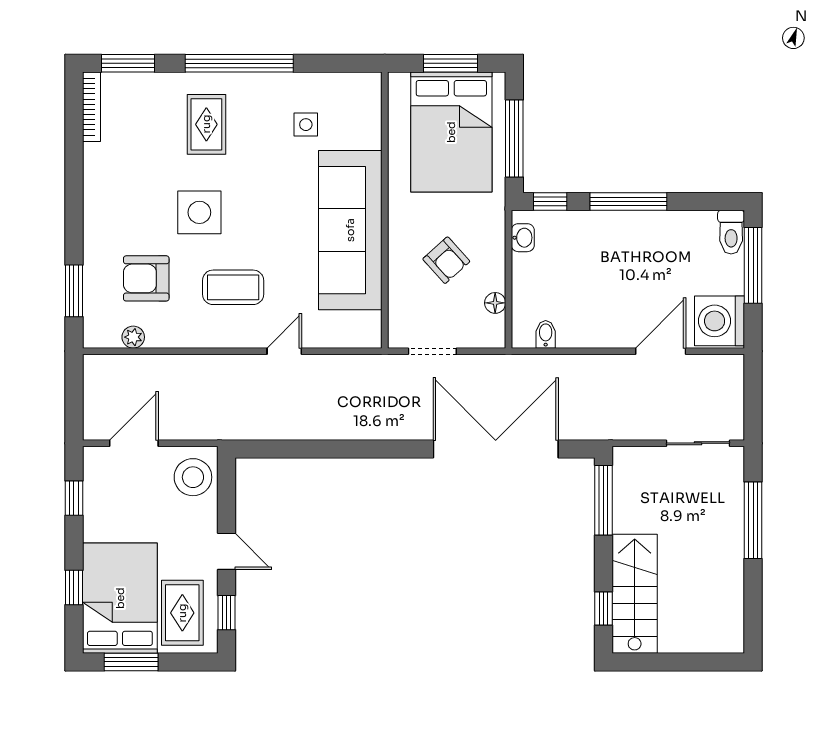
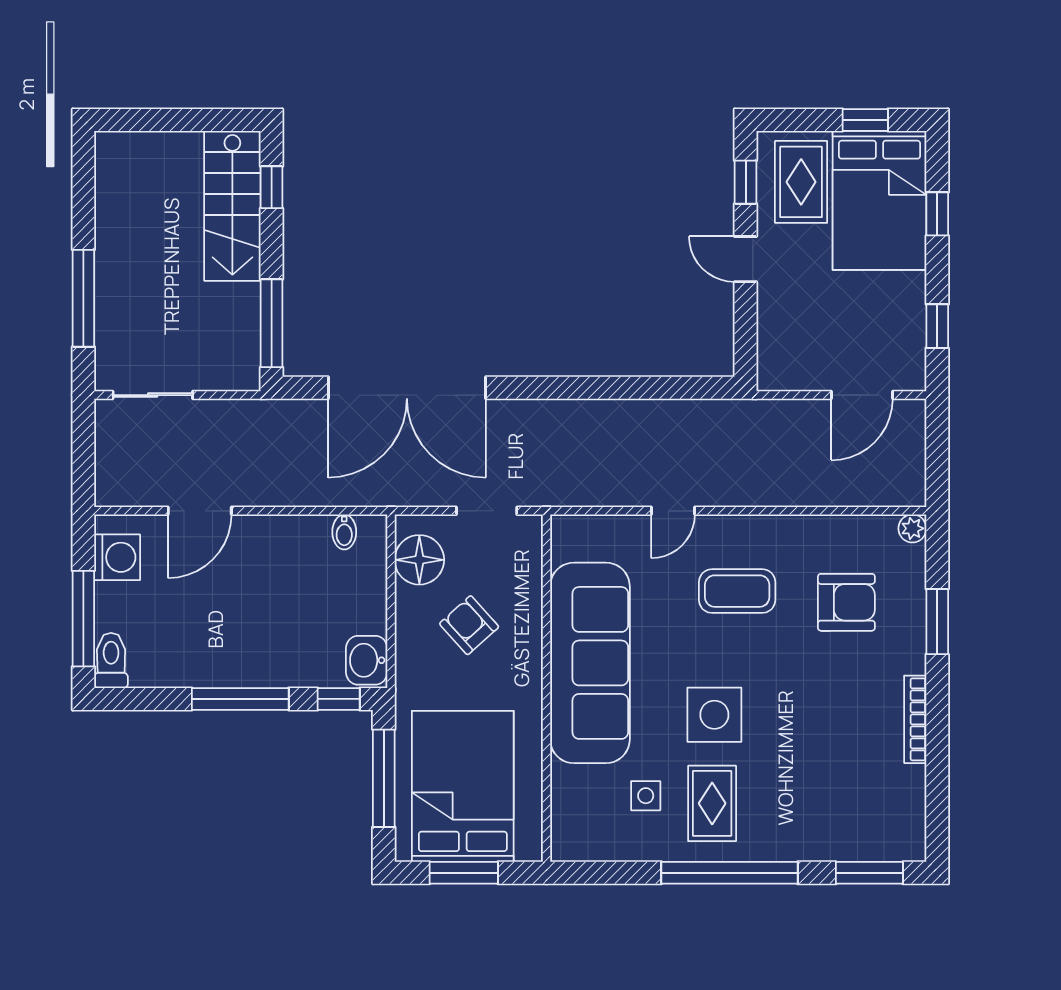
bookcase: (91, 107) -> (915, 719), moved
rug: (206, 124) -> (712, 803), moved
side table: (199, 212) -> (714, 715), moved
washbasin: (523, 238) -> (367, 660), width x1.38, depth x1.45
window: (74, 291) -> (937, 622), moved
floor lamp: (495, 303) -> (419, 560), width x1.89, depth x1.89
washing machine: (720, 321) -> (117, 557), width x0.73, depth x0.73
plant: (133, 337) -> (912, 528), moved
stool: (193, 477) -> (788, 352), removed
window: (131, 662) -> (865, 120), width x0.67

